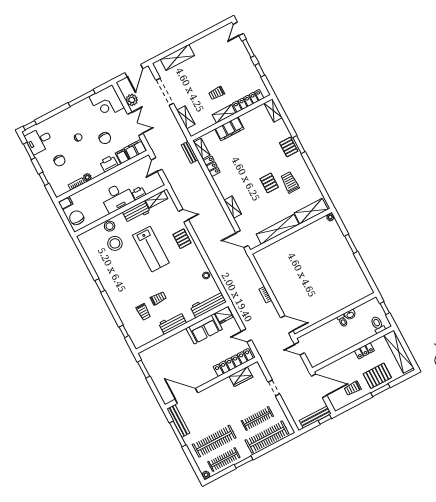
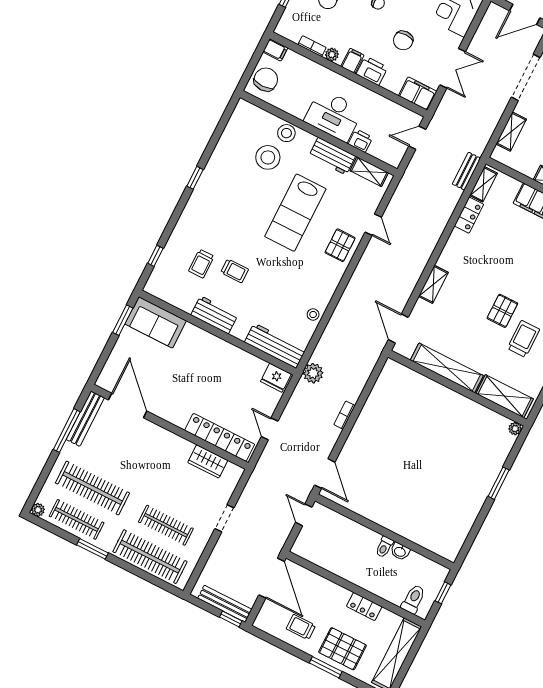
plant: (132, 100) -> (313, 373), moved
filing cabinet: (122, 157) -> (352, 61), moved
sofa: (204, 329) -> (156, 322), moved

